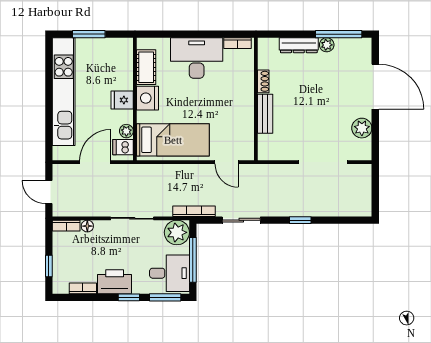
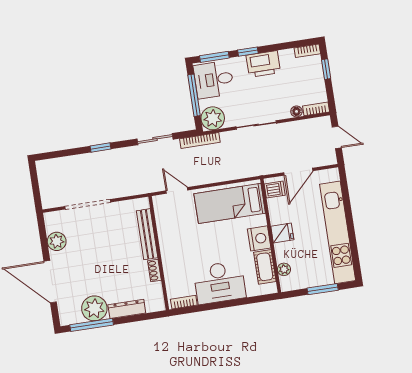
plant: (327, 45) -> (94, 308), width x1.88, depth x1.88
bench: (265, 114) -> (147, 234), width x1.36
plant: (126, 131) -> (284, 269), moved
bookcase: (83, 288) -> (307, 51), moved

